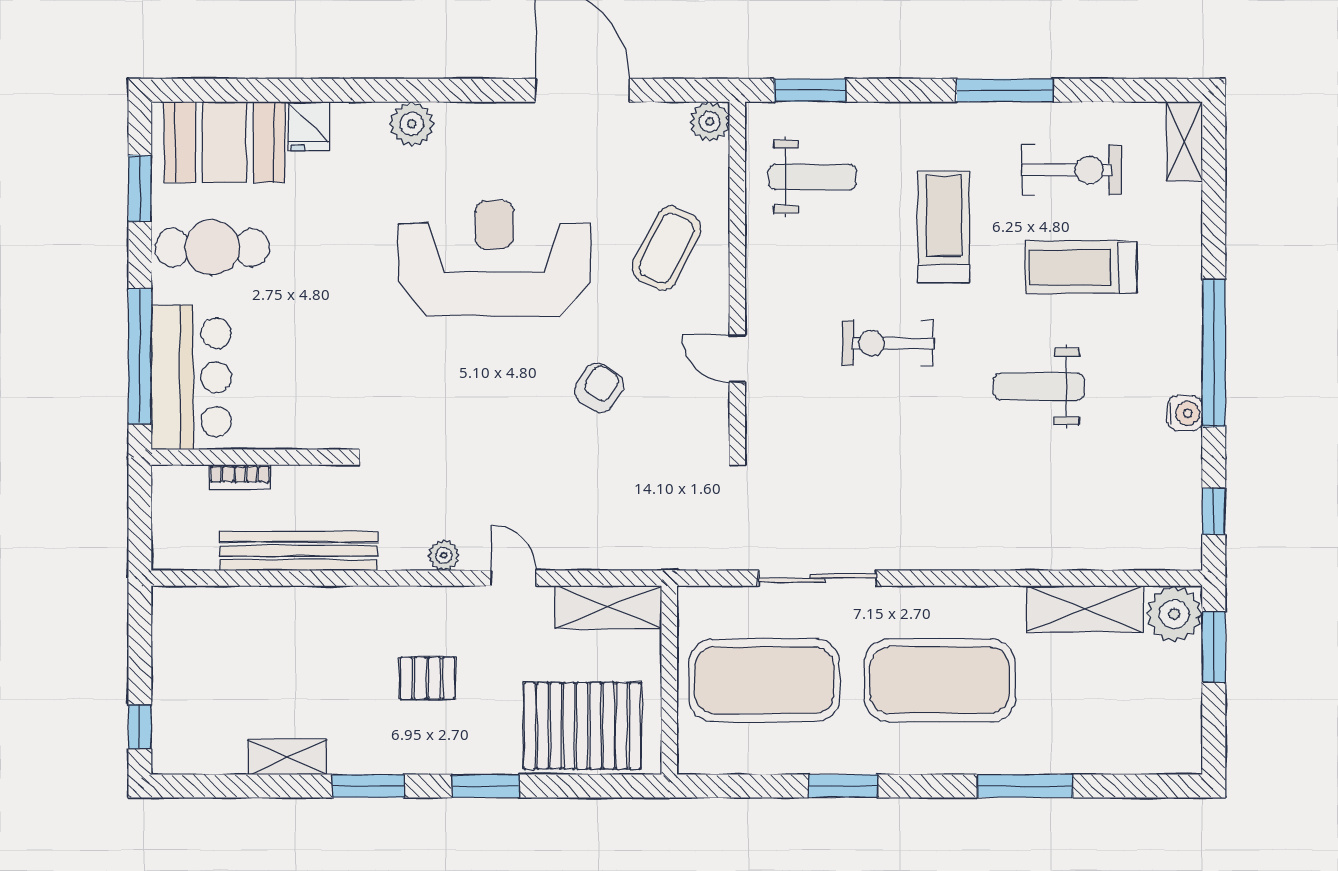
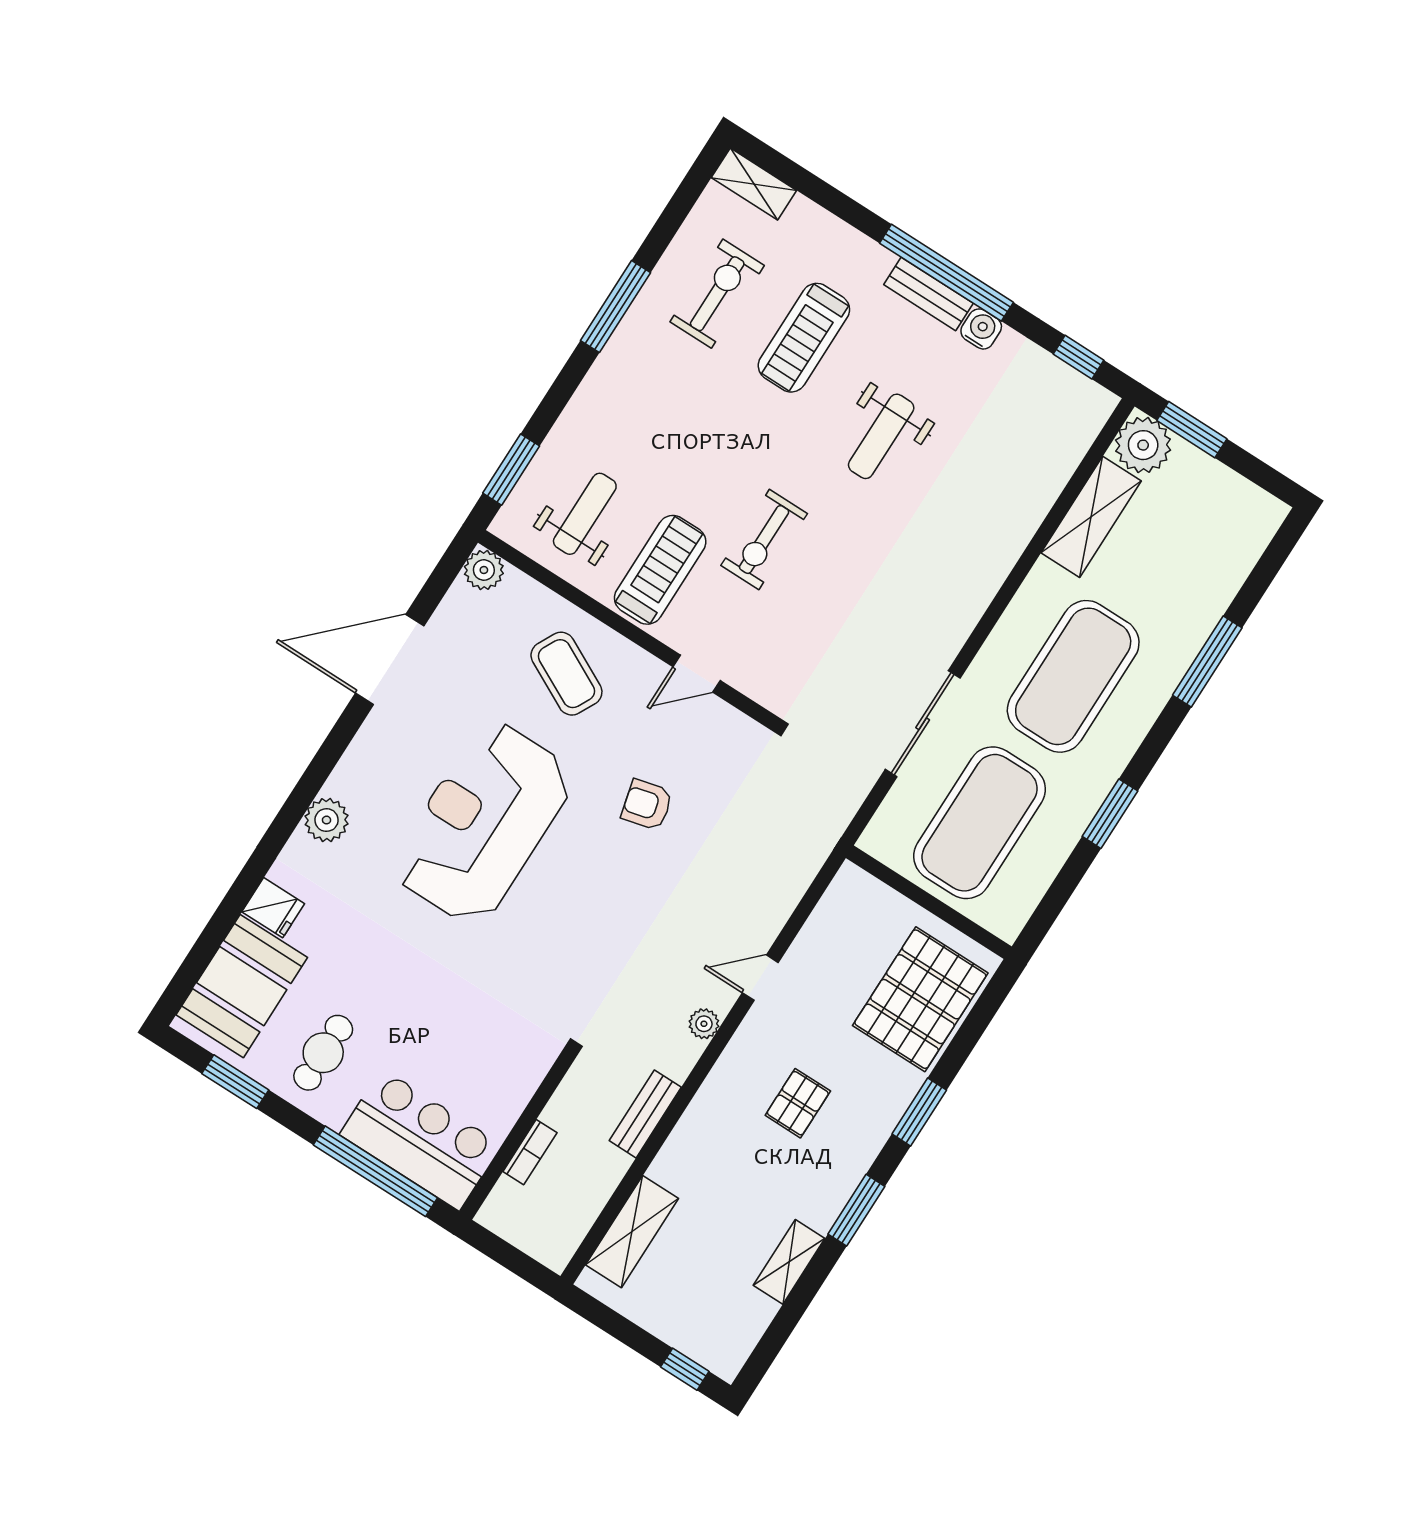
treadmill: (944, 227) -> (660, 570), moved, turned 90
cafe table: (212, 247) -> (323, 1053), width x0.73, depth x0.74
bench: (1186, 349) -> (928, 294), added
armchair: (599, 388) -> (647, 805), turned -47
bench: (299, 551) -> (645, 1114), width x0.54, depth x0.82
shelving: (608, 607) -> (632, 1232), moved

